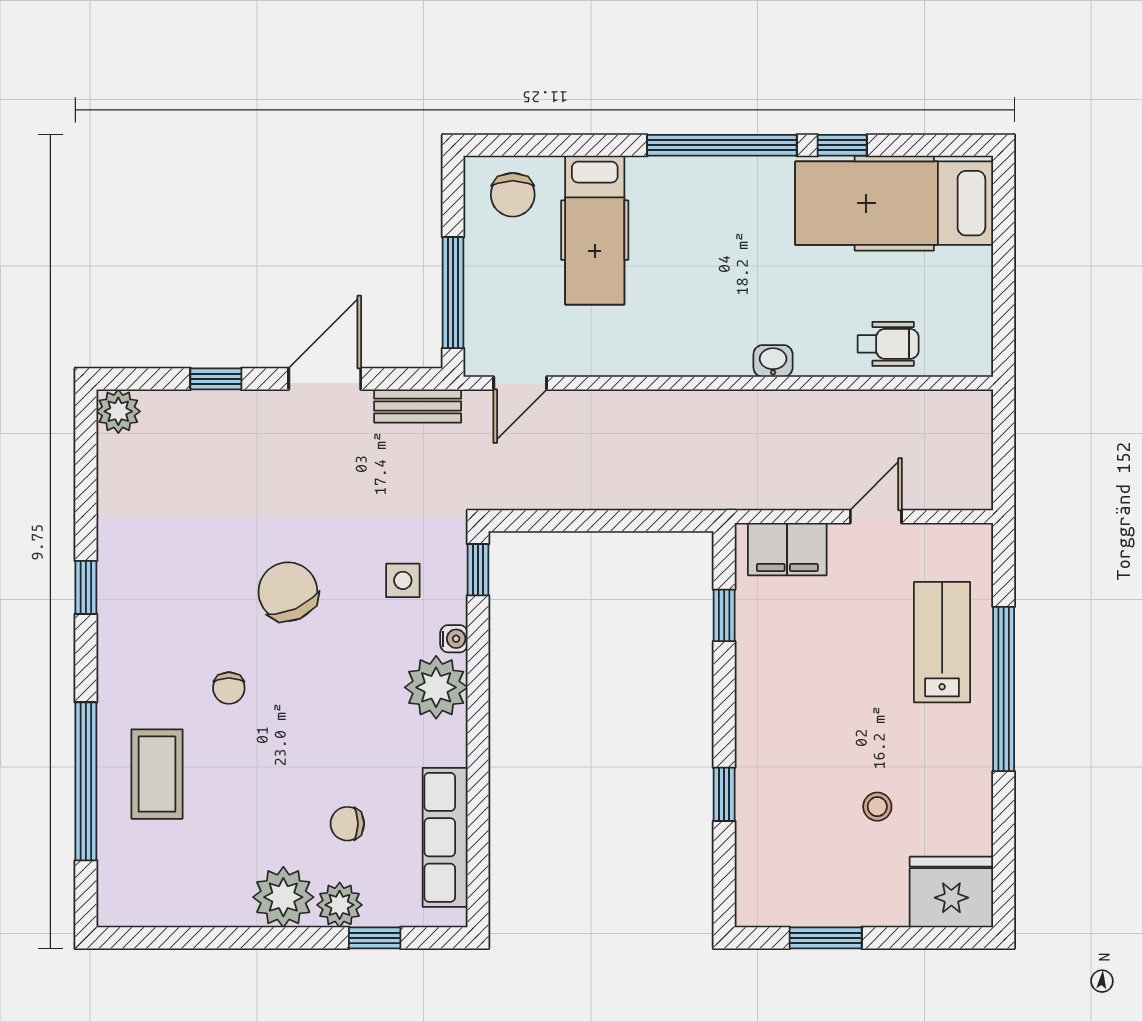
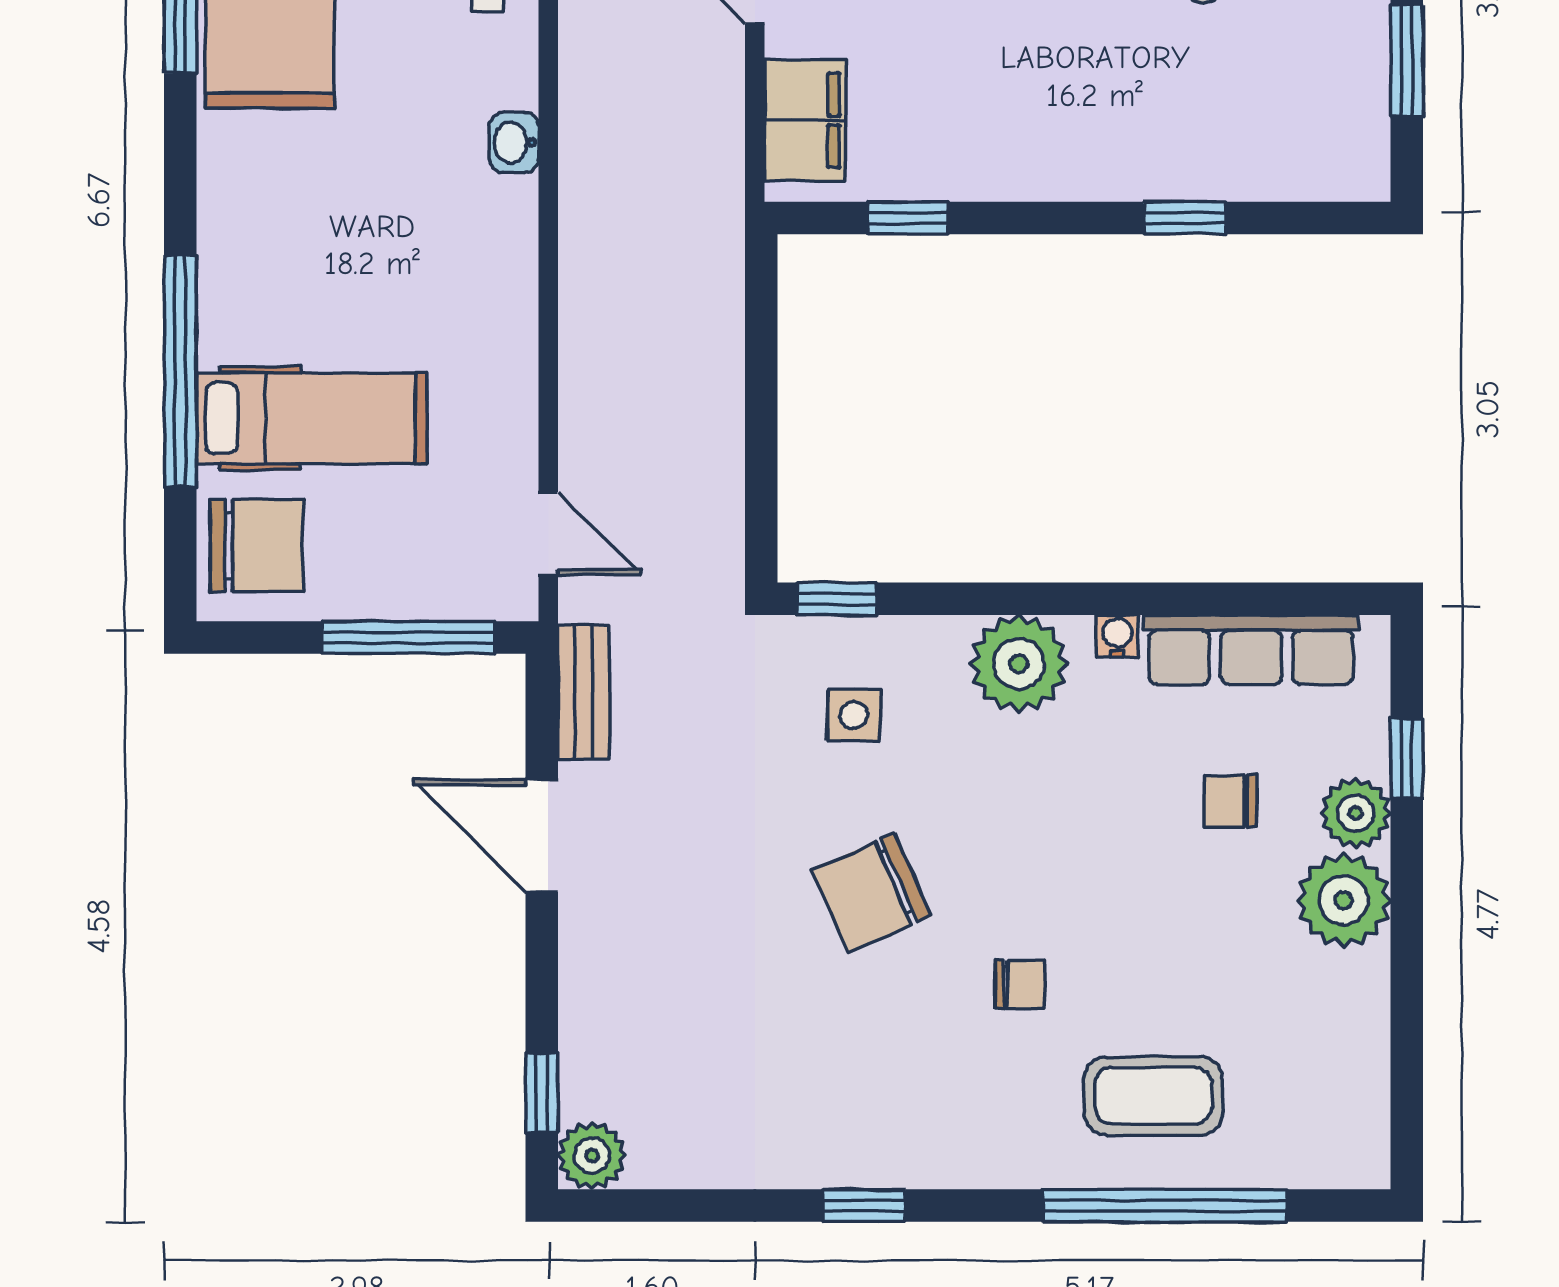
window: (722, 145) -> (180, 371), moved
chair: (513, 195) -> (257, 545), width x1.37, depth x1.37
window: (216, 379) -> (542, 1093), moved
water cooler: (454, 639) -> (1117, 636), moved
chair: (347, 824) -> (1230, 801), turned 90

